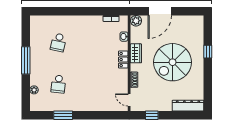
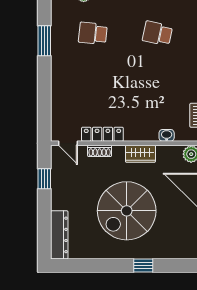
locker: (123, 60) -> (102, 134), moved, width x1.53
spiral stairs: (173, 62) -> (127, 211), turned -90
door: (129, 100) -> (68, 143), swing flipped

